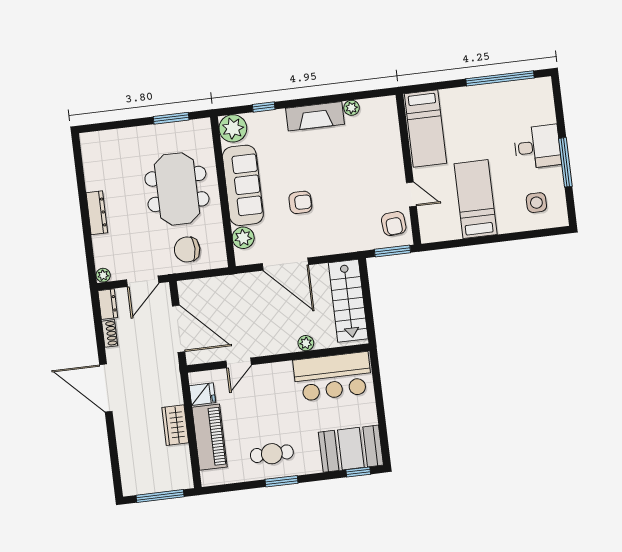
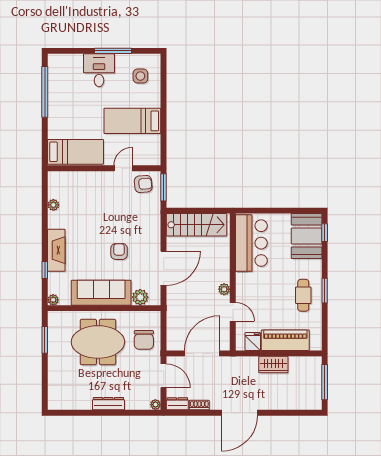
fireplace: (315, 116) -> (56, 250), moved
plant: (233, 128) -> (53, 300), width x0.53, depth x0.53
plant: (306, 343) -> (224, 289), moved

